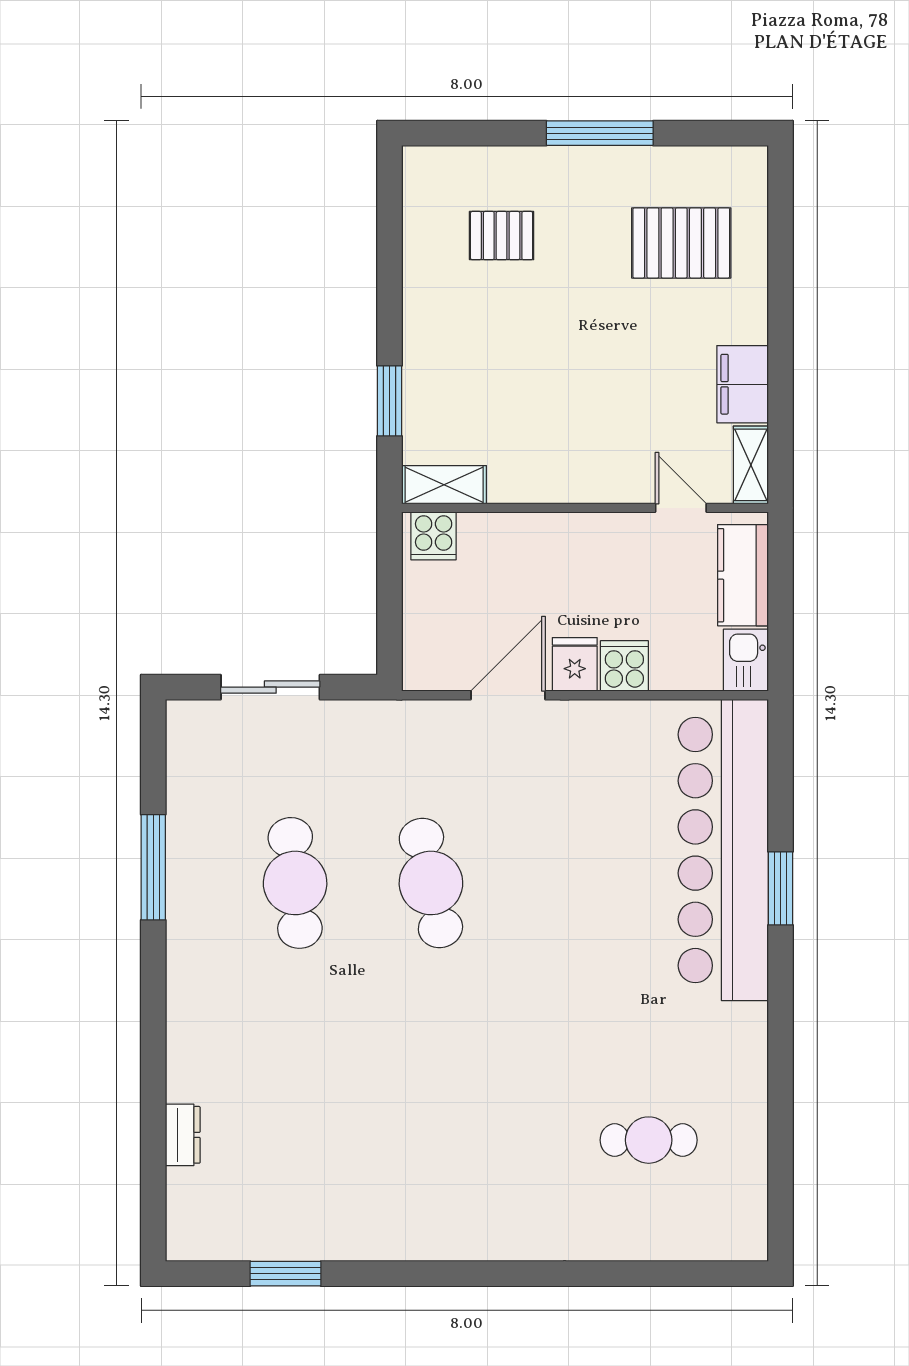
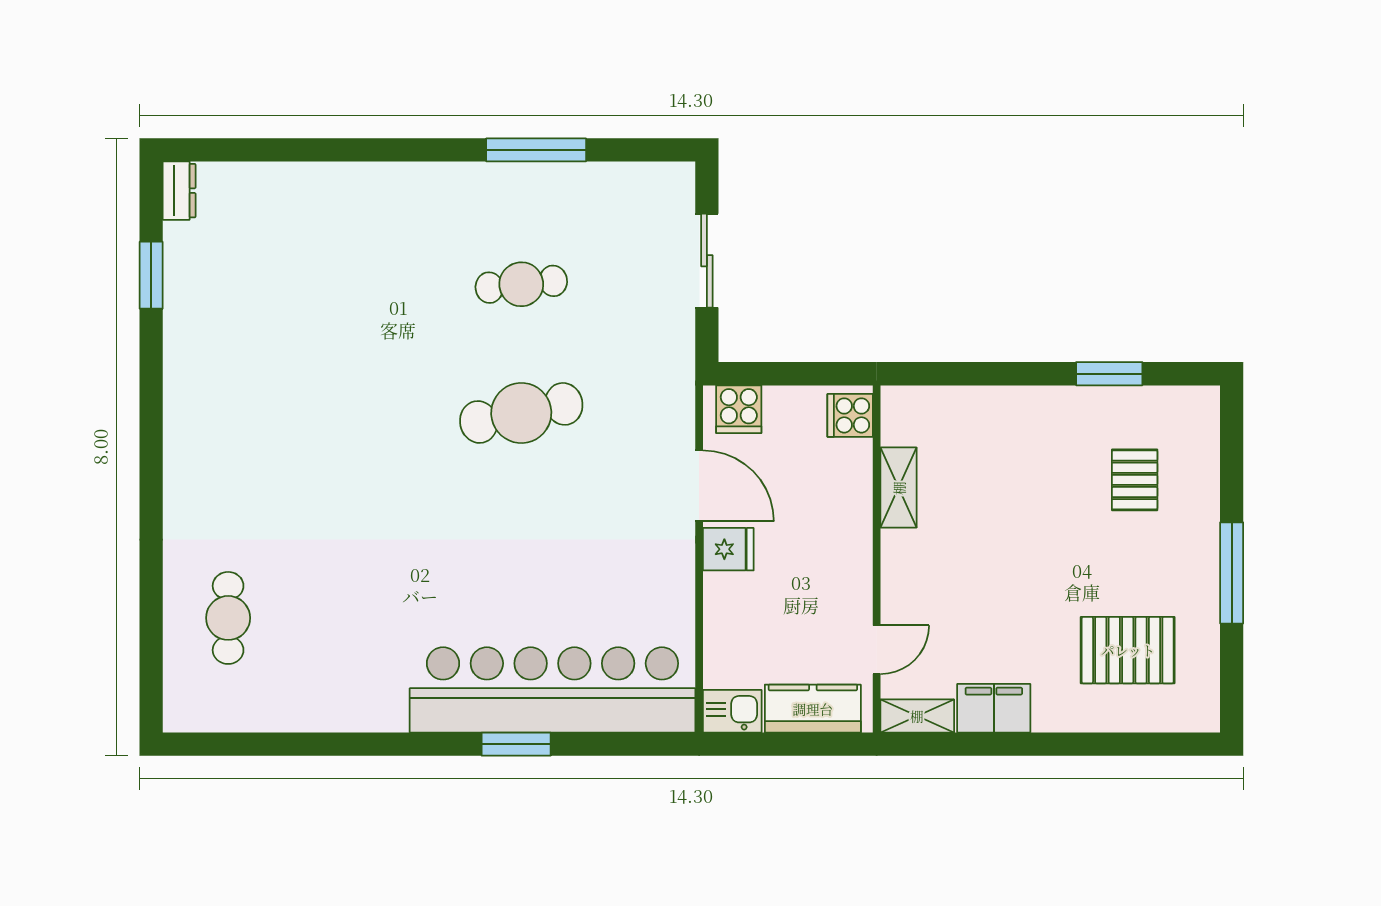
pallet: (681, 243) -> (1128, 650), turned 90
window: (389, 401) -> (1109, 374), moved
shelving: (444, 485) -> (899, 488), moved
cooker: (624, 666) -> (739, 409), moved, turned 90
cafe table: (295, 883) -> (521, 284), width x0.73, depth x0.74
dresser: (183, 1135) -> (179, 191), moved, turned -90
cafe table: (649, 1140) -> (228, 618), moved

